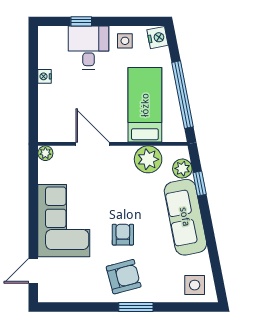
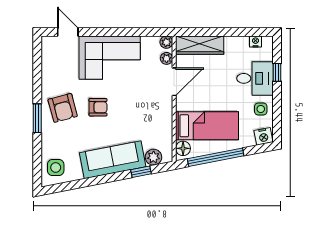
nightstand: (45, 76) -> (255, 42), moved
wardrobe: (49, 113) -> (200, 45), added
floor lamp: (172, 133) -> (183, 148), added
plant: (148, 159) -> (167, 58), moved, width x0.53, depth x0.53

